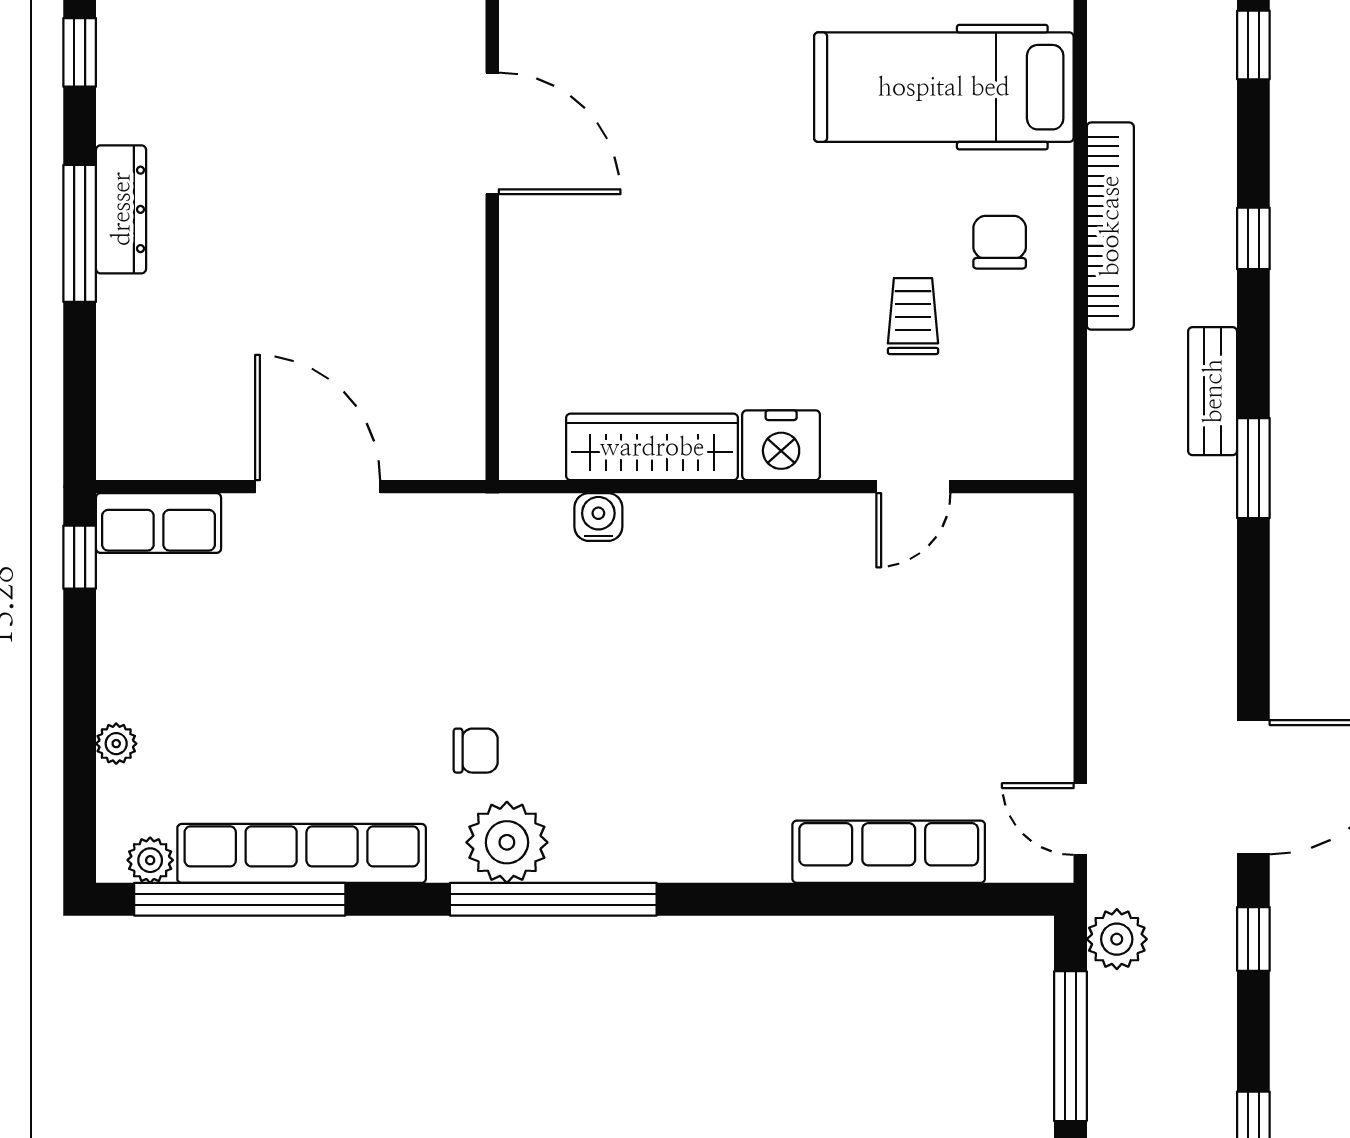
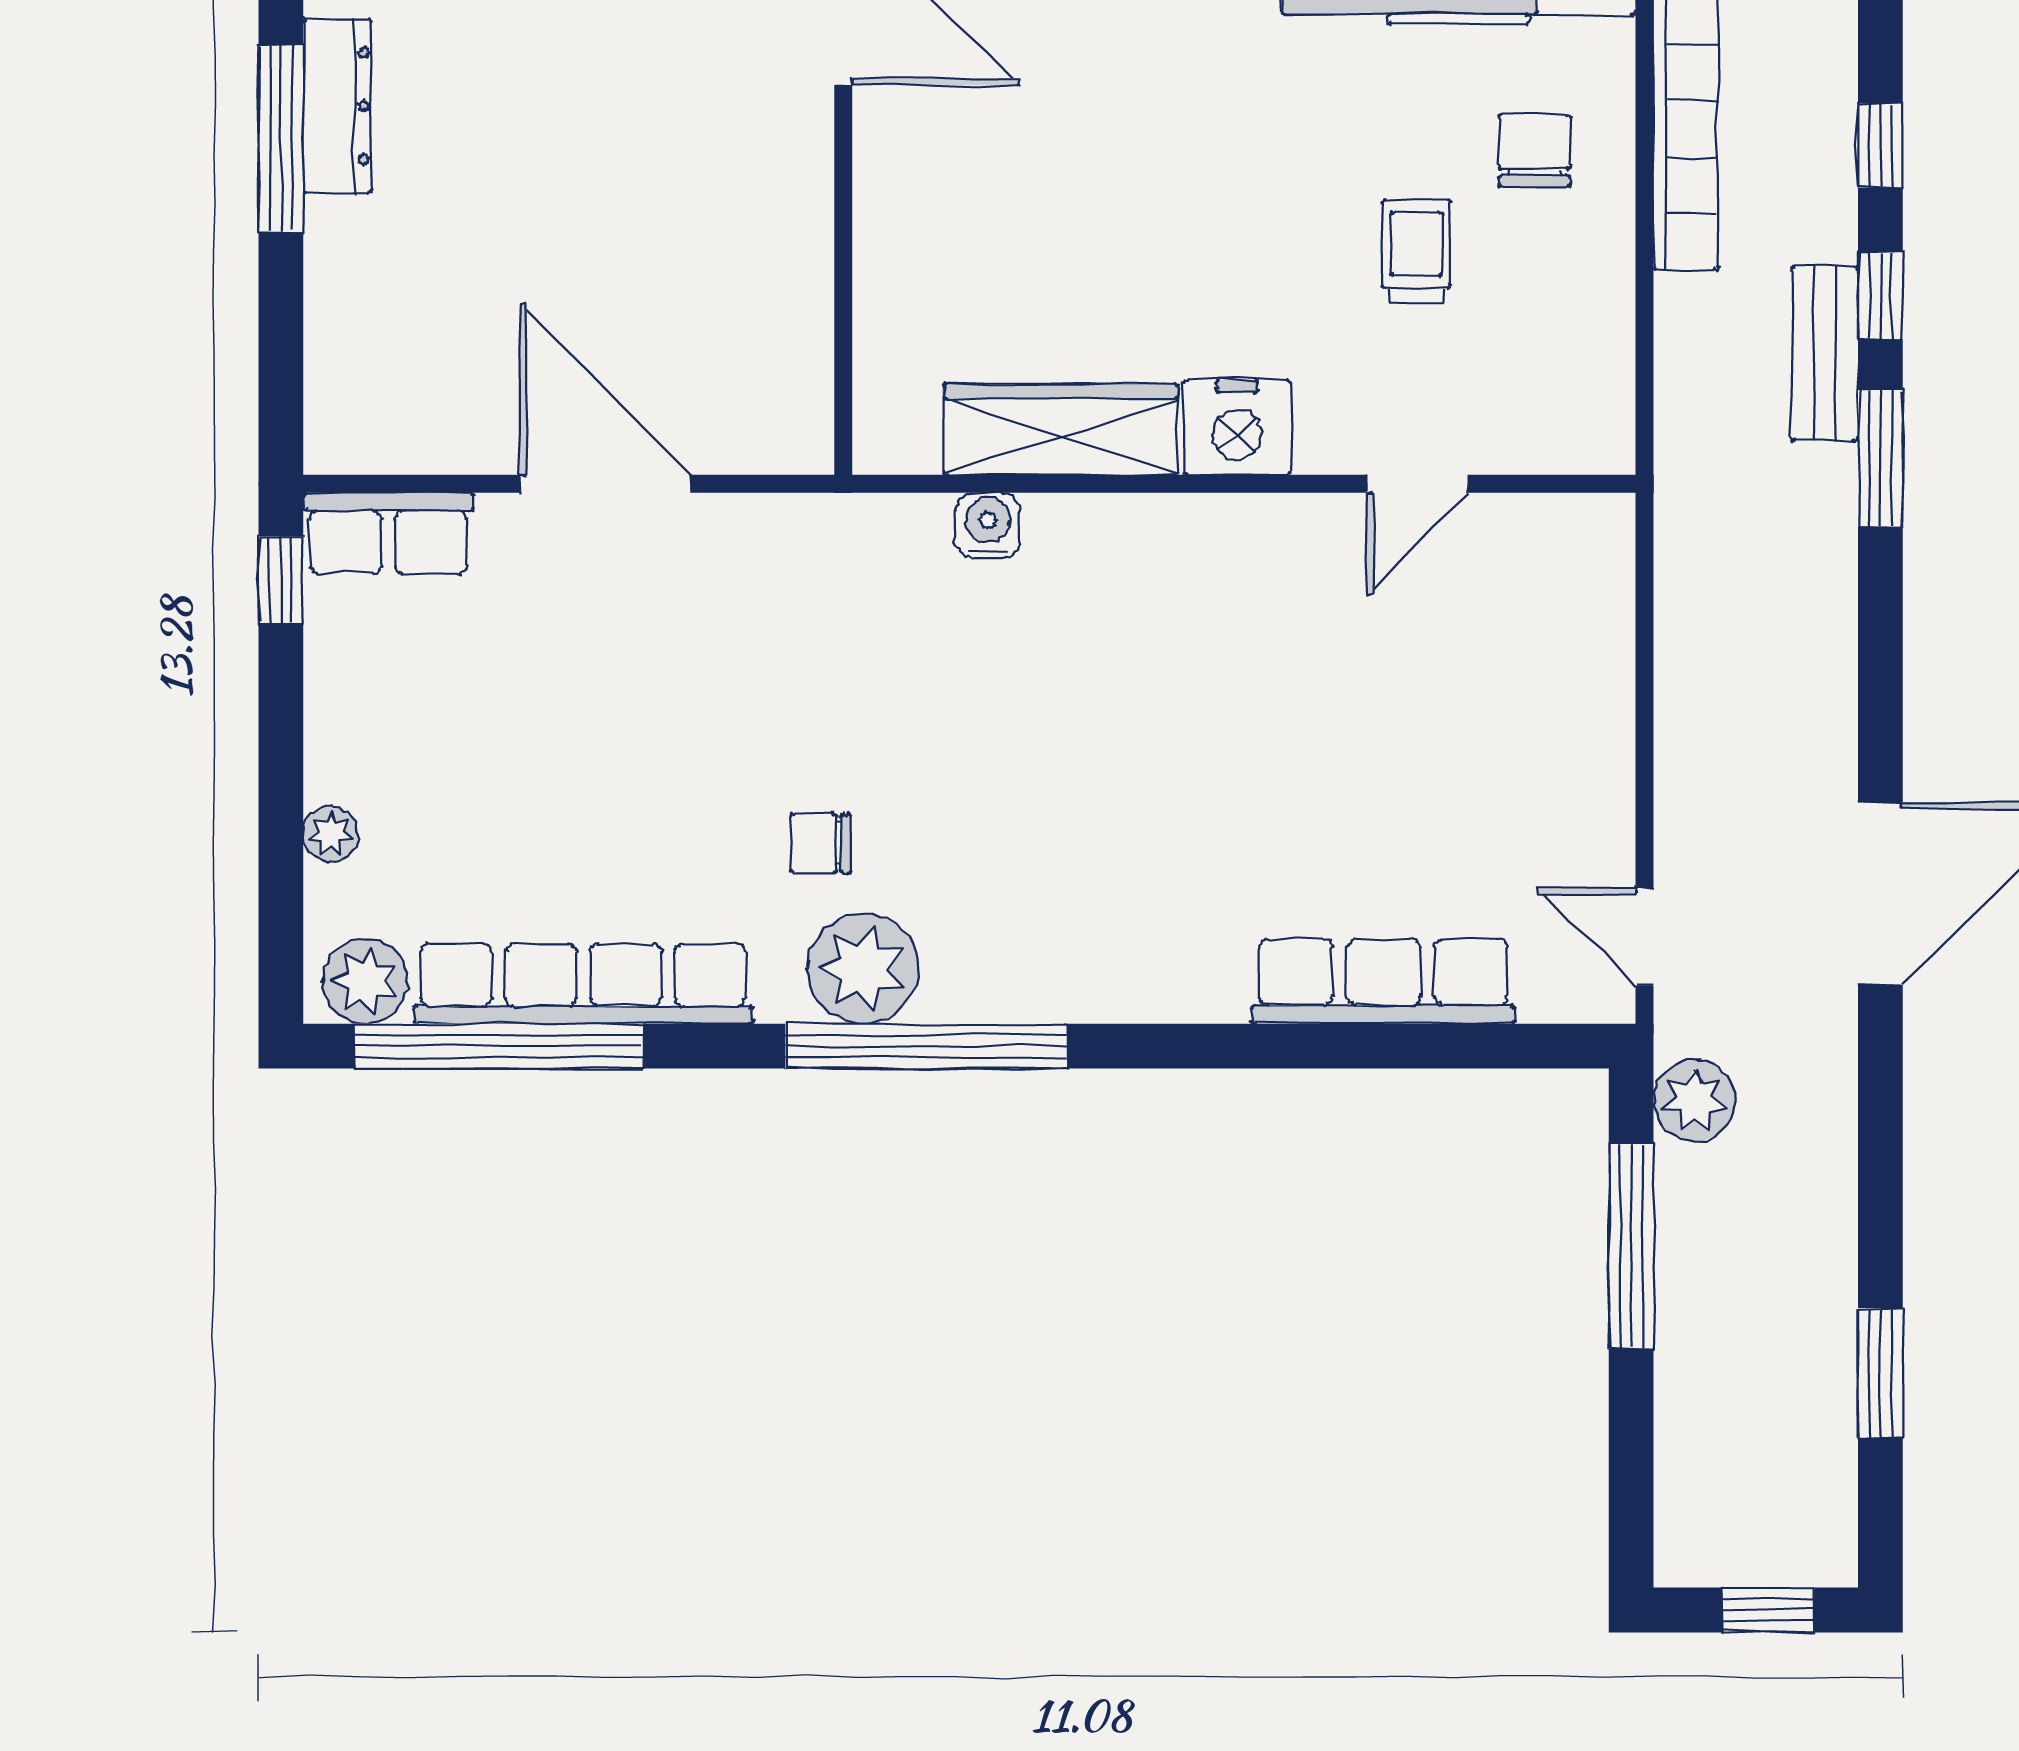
chair: (476, 751) -> (821, 843), turned 180
plant: (150, 860) -> (365, 981), width x1.38, depth x1.38
window: (1253, 939) -> (1880, 296), moved

